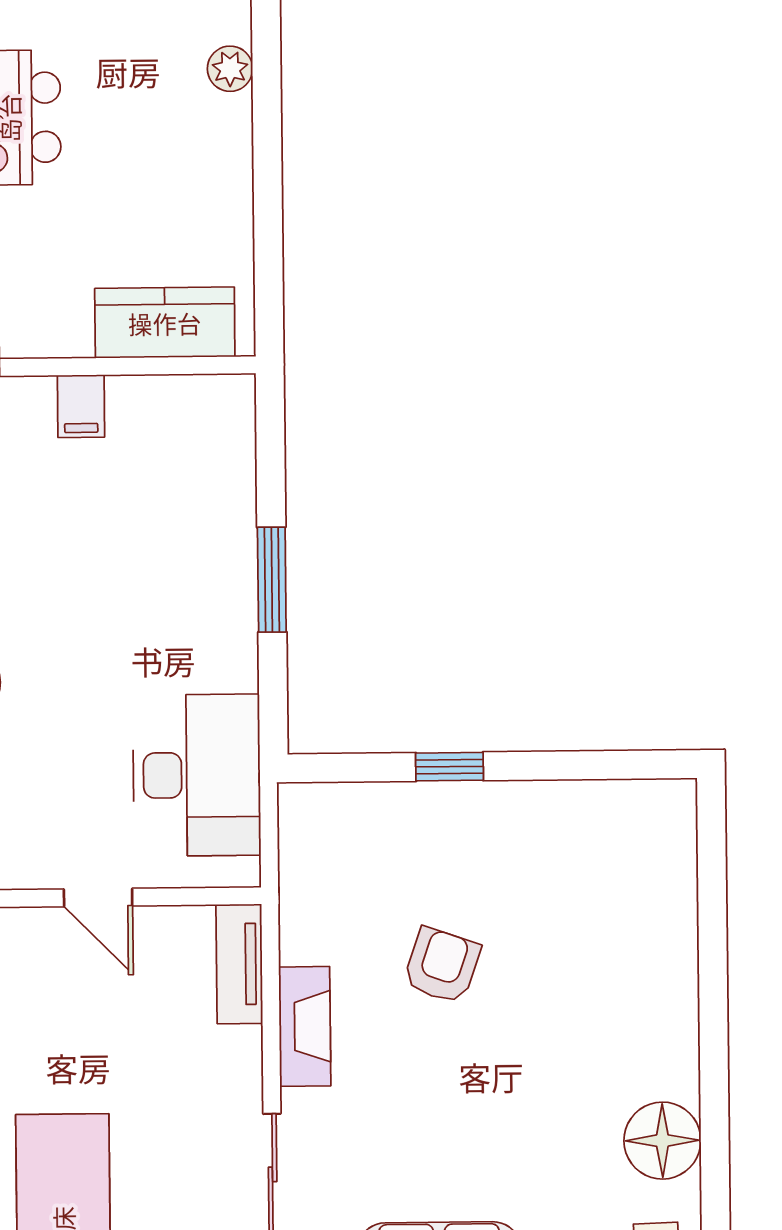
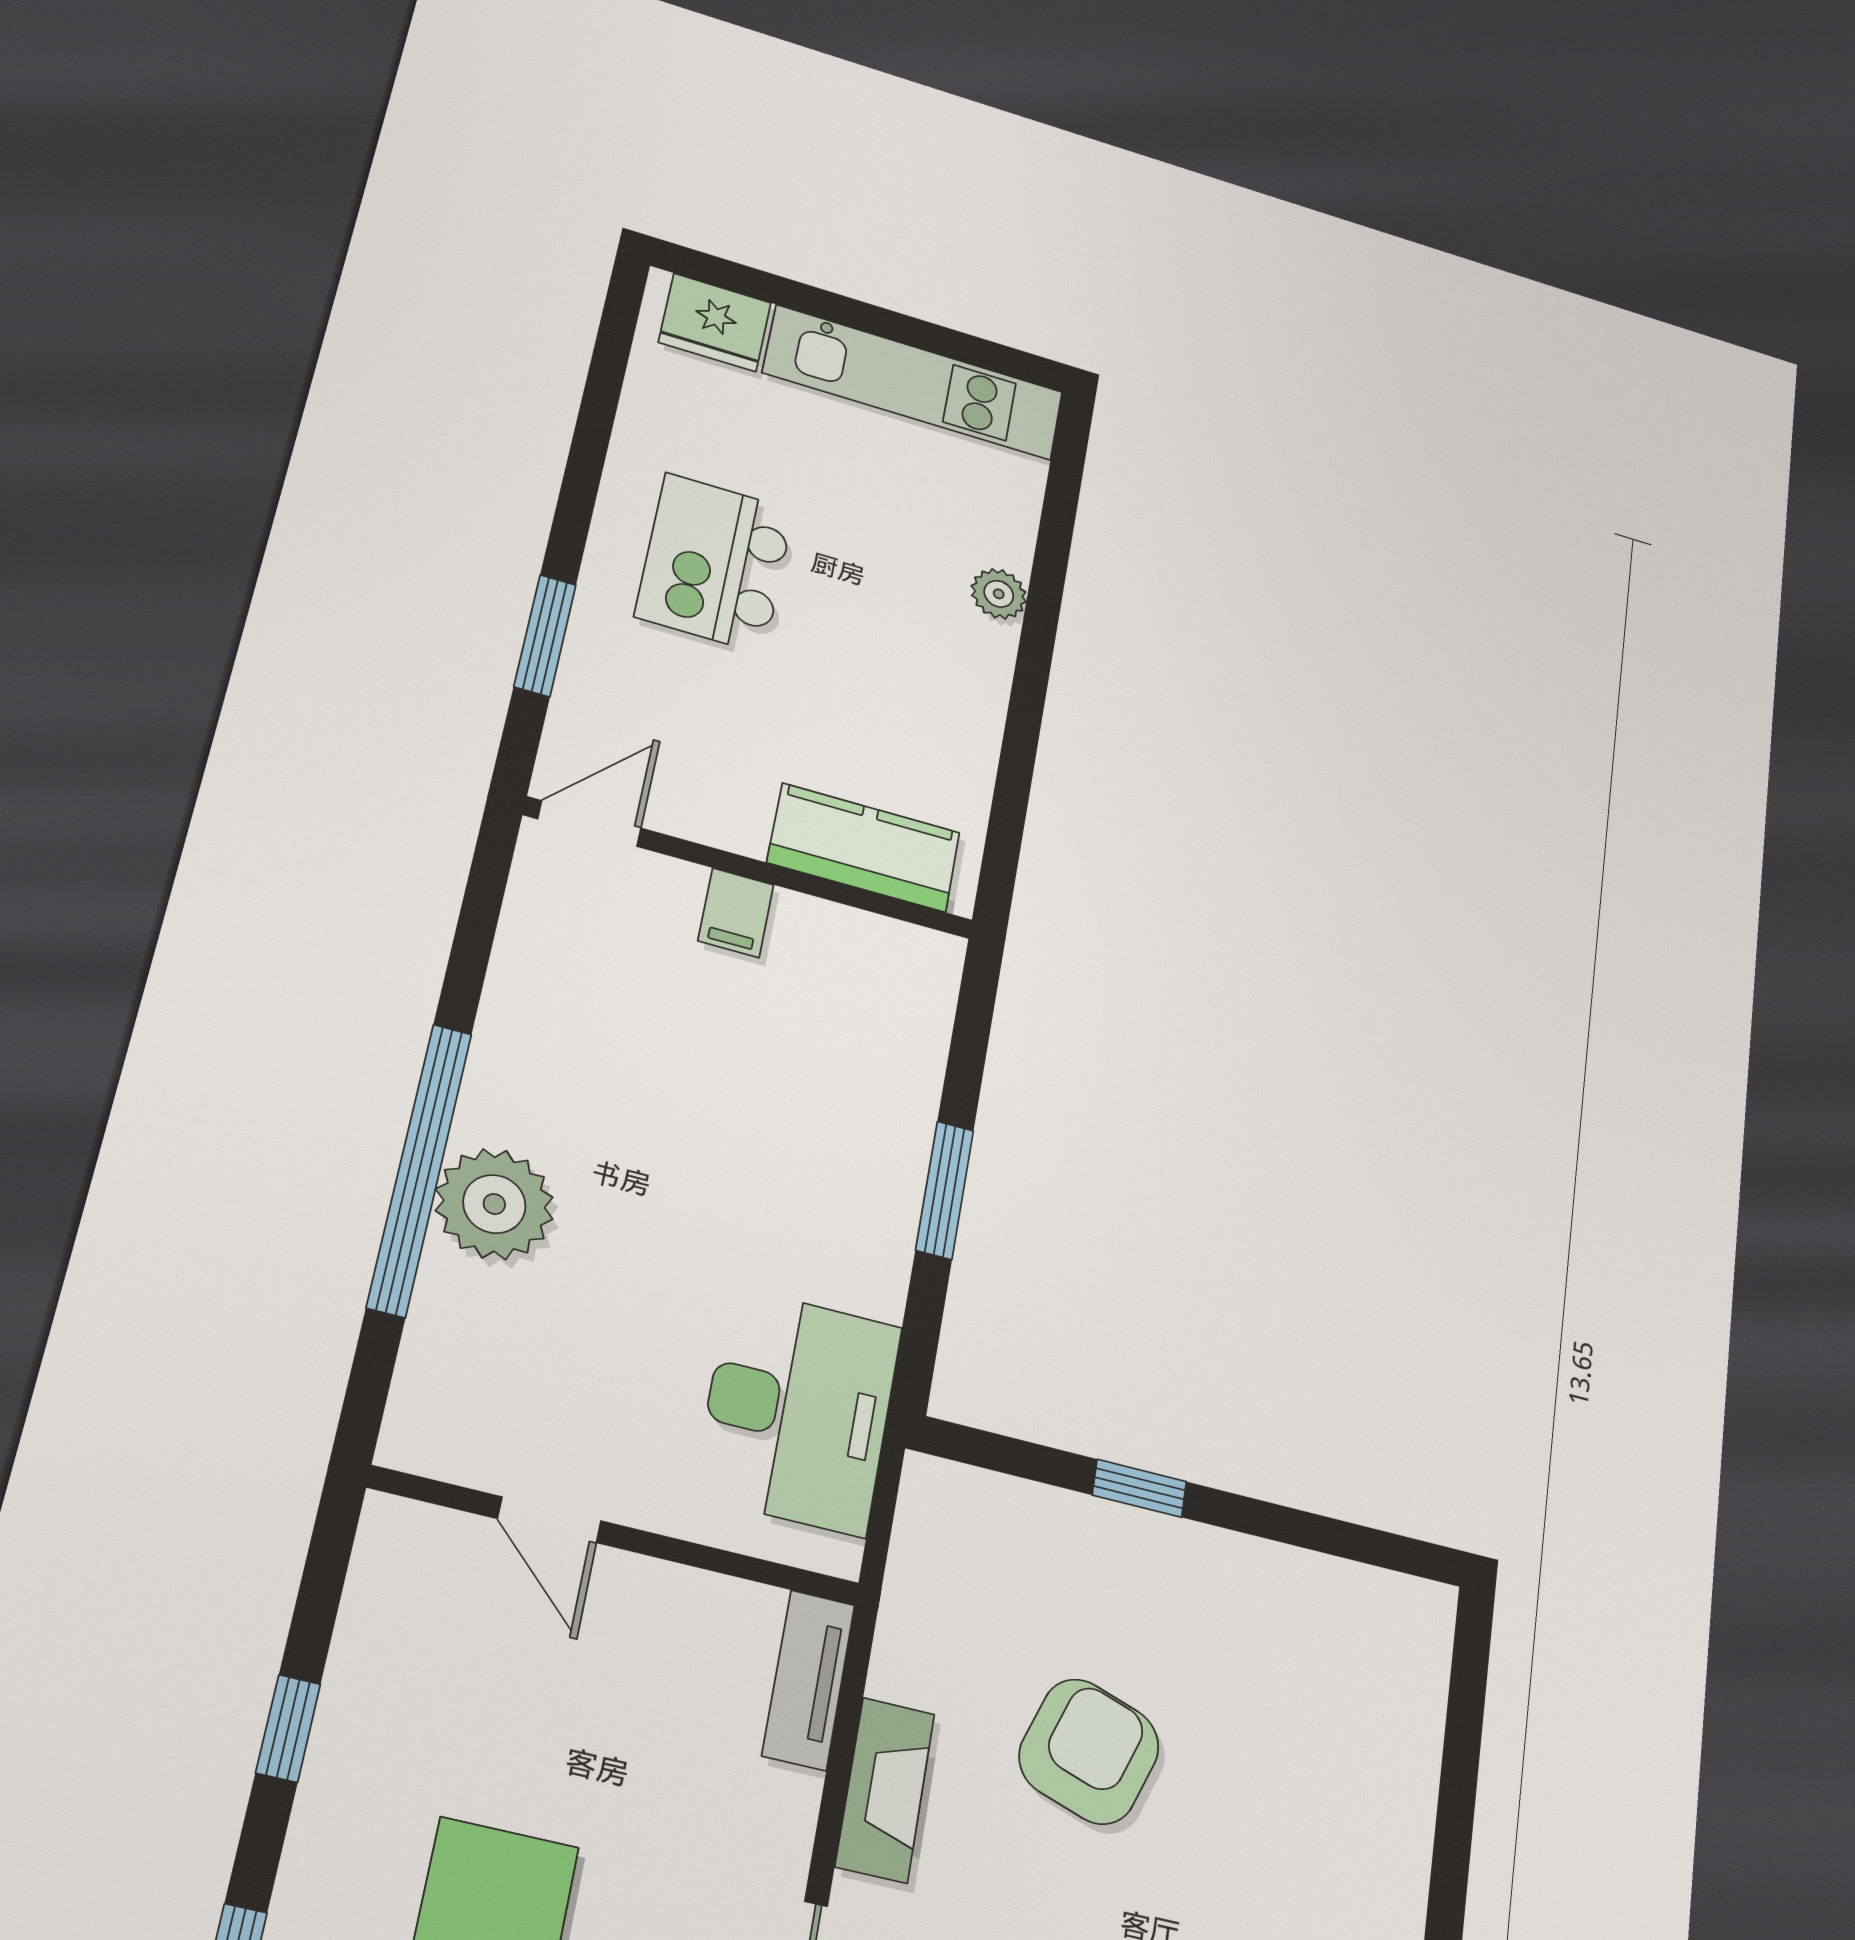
door: (98, 898) -> (549, 1520), moved
armchair: (442, 965) -> (1089, 1751), width x1.38, depth x1.38

